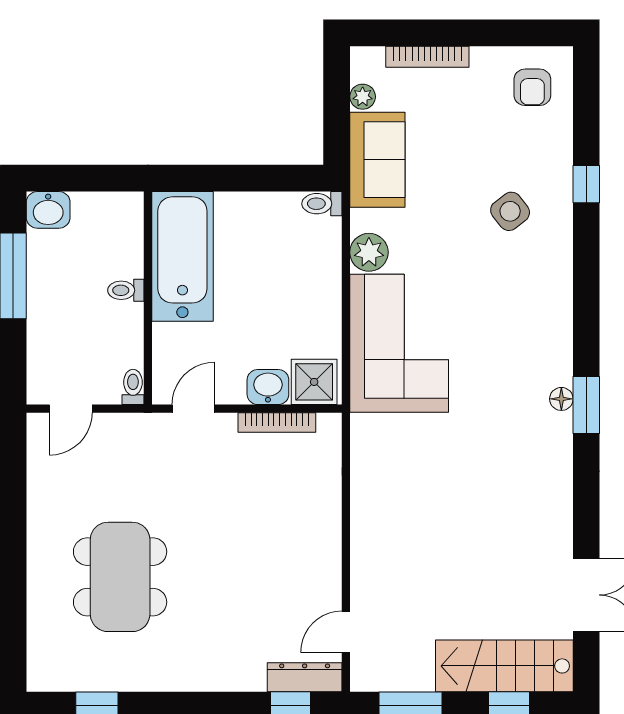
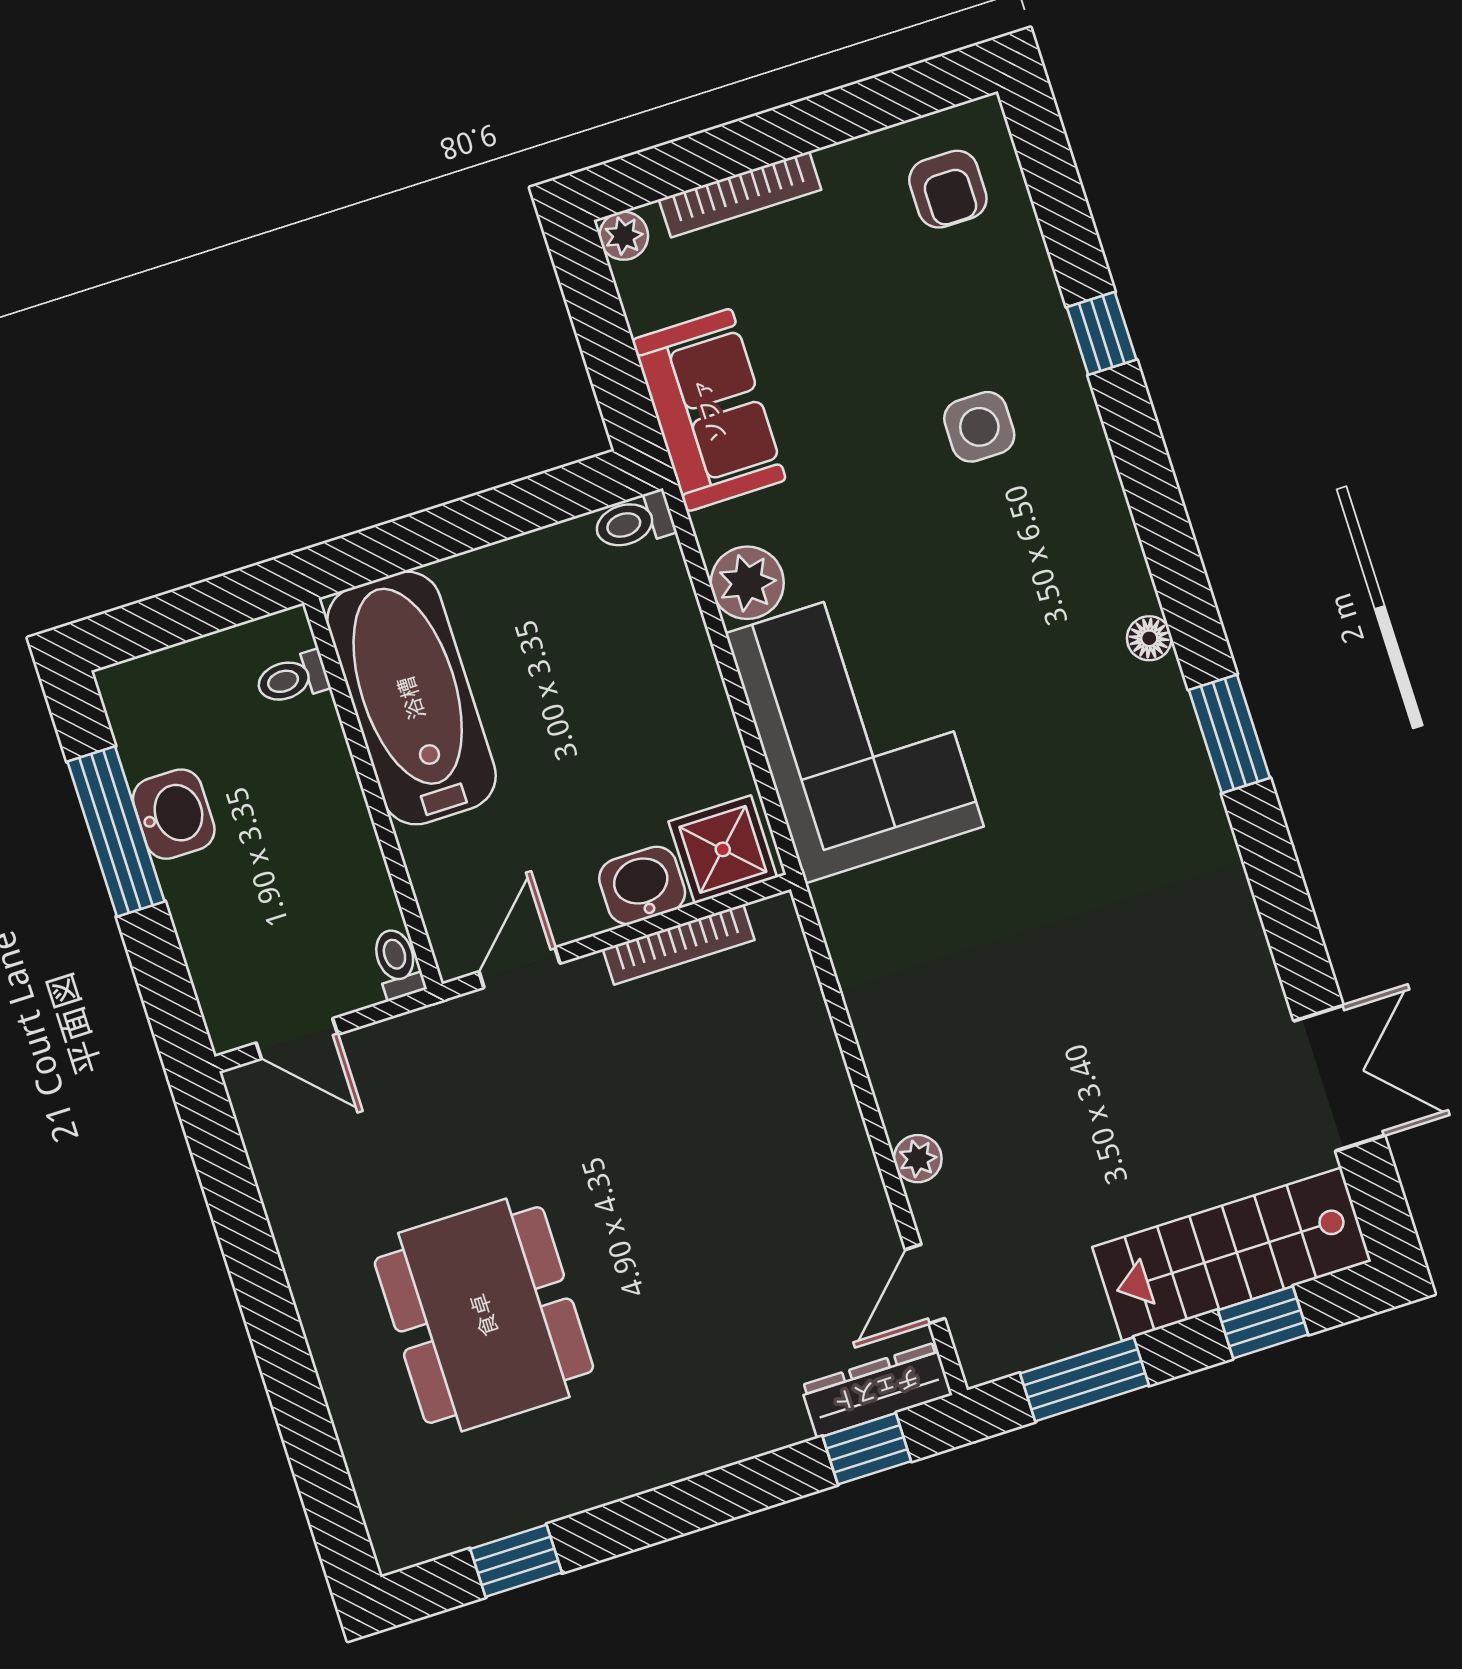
plant: (363, 97) -> (624, 236), moved
washbasin: (48, 210) -> (174, 814), moved, turned -90
side table: (510, 211) -> (979, 427), turned 38
toilet: (126, 290) -> (292, 678), moved
floor lamp: (561, 399) -> (1149, 638), moved
door: (71, 409) -> (297, 1039), hinge flipped
plant: (362, 568) -> (918, 1159), added

